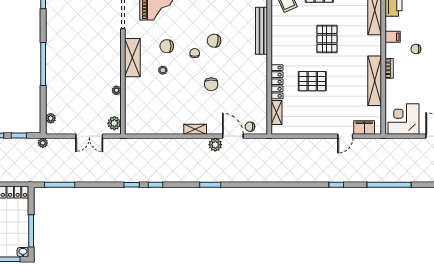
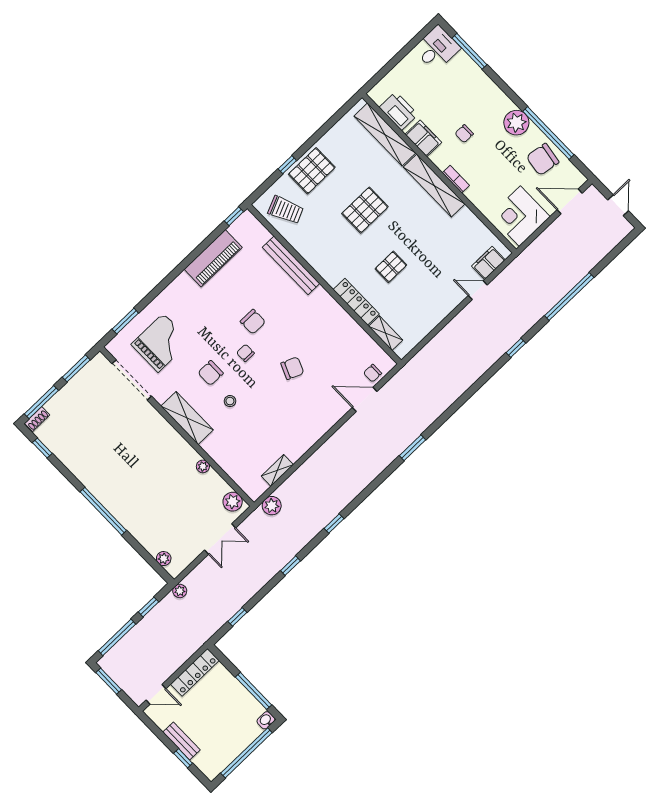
filing cabinet: (393, 37) -> (423, 138), width x2.00
pallet: (327, 39) -> (365, 210), turned 90
chair: (214, 41) -> (253, 322), turned -99
pallet: (312, 81) -> (391, 267), width x0.67, depth x0.71
shelving: (375, 81) -> (434, 186), moved
chair: (211, 84) -> (292, 368), turned -67
shelving: (195, 129) -> (277, 470), moved
door: (345, 136) -> (478, 290), swing flipped
plant: (215, 145) -> (272, 506), moved
window: (60, 185) -> (237, 617), width x0.46
window: (132, 185) -> (290, 566), moved
window: (210, 185) -> (412, 448), moved

